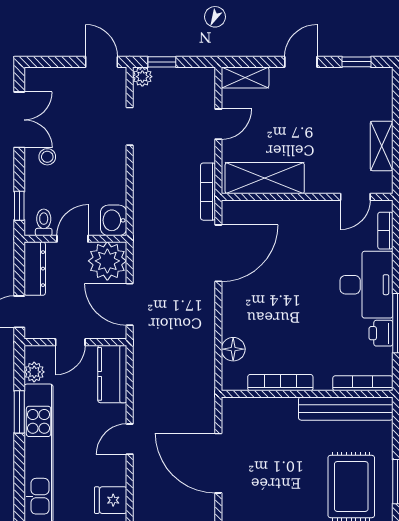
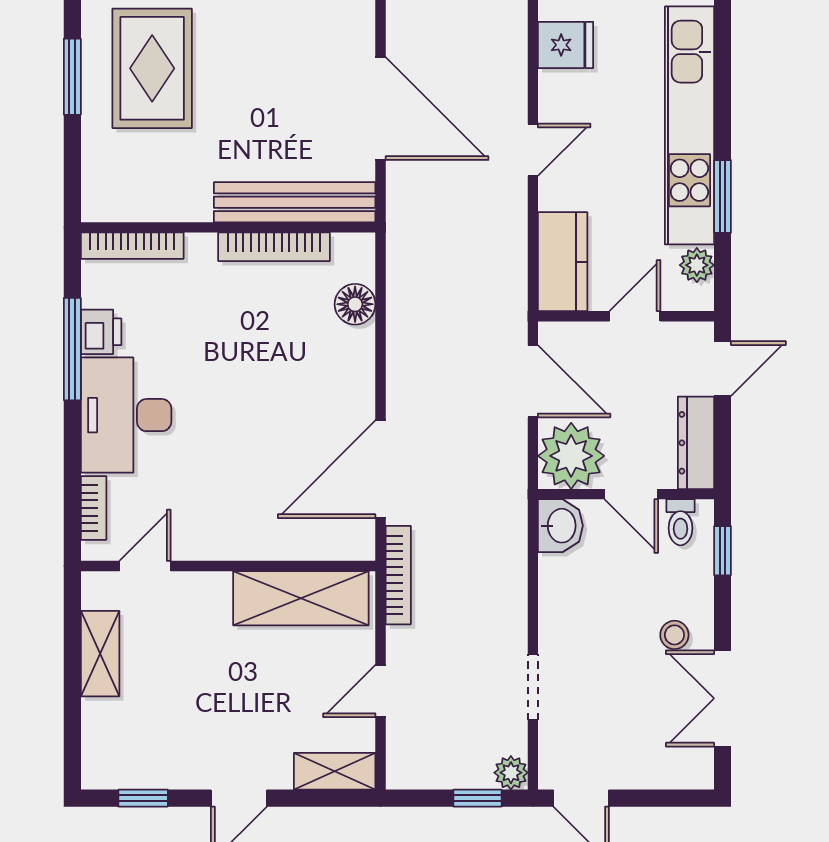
door: (72, 239) -> (631, 494), hinge flipped
bench: (346, 409) -> (295, 202), moved

